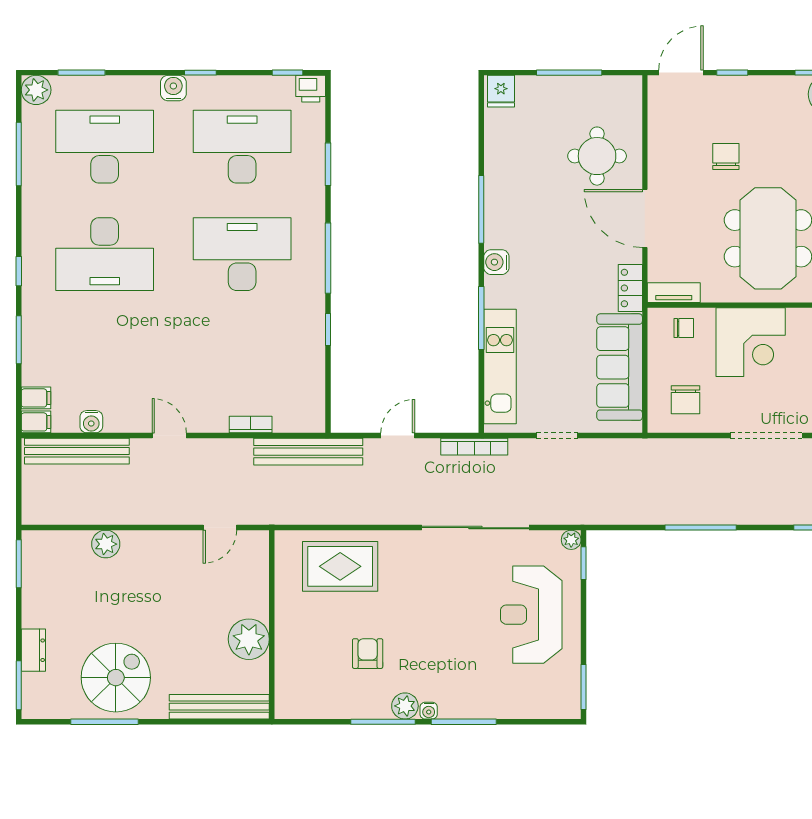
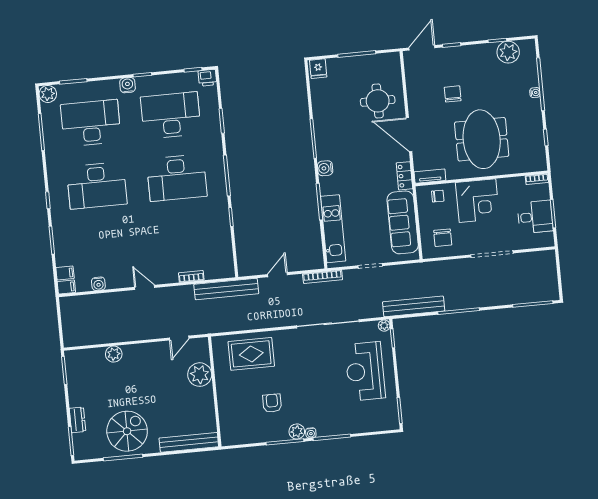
desk: (242, 254) -> (177, 178), turned 180
bench: (77, 451) -> (414, 306), moved
plant: (249, 639) -> (200, 375), moved

